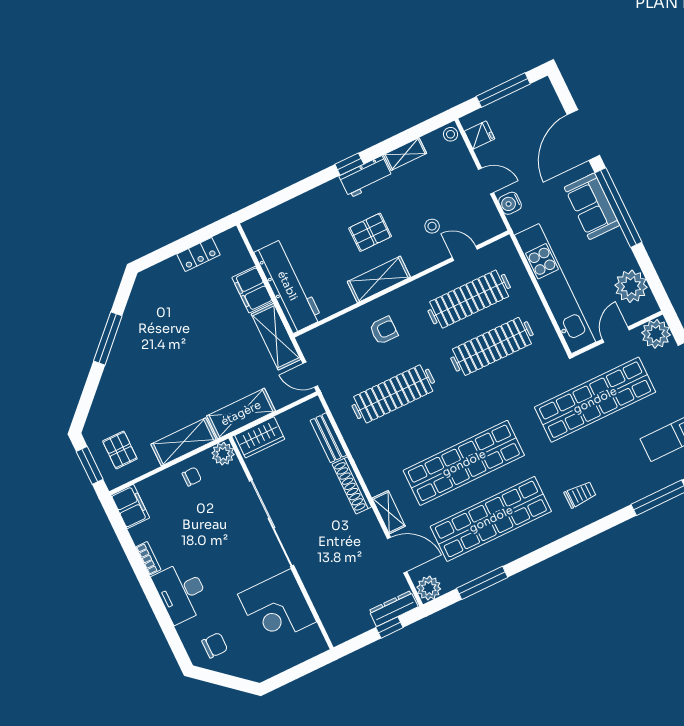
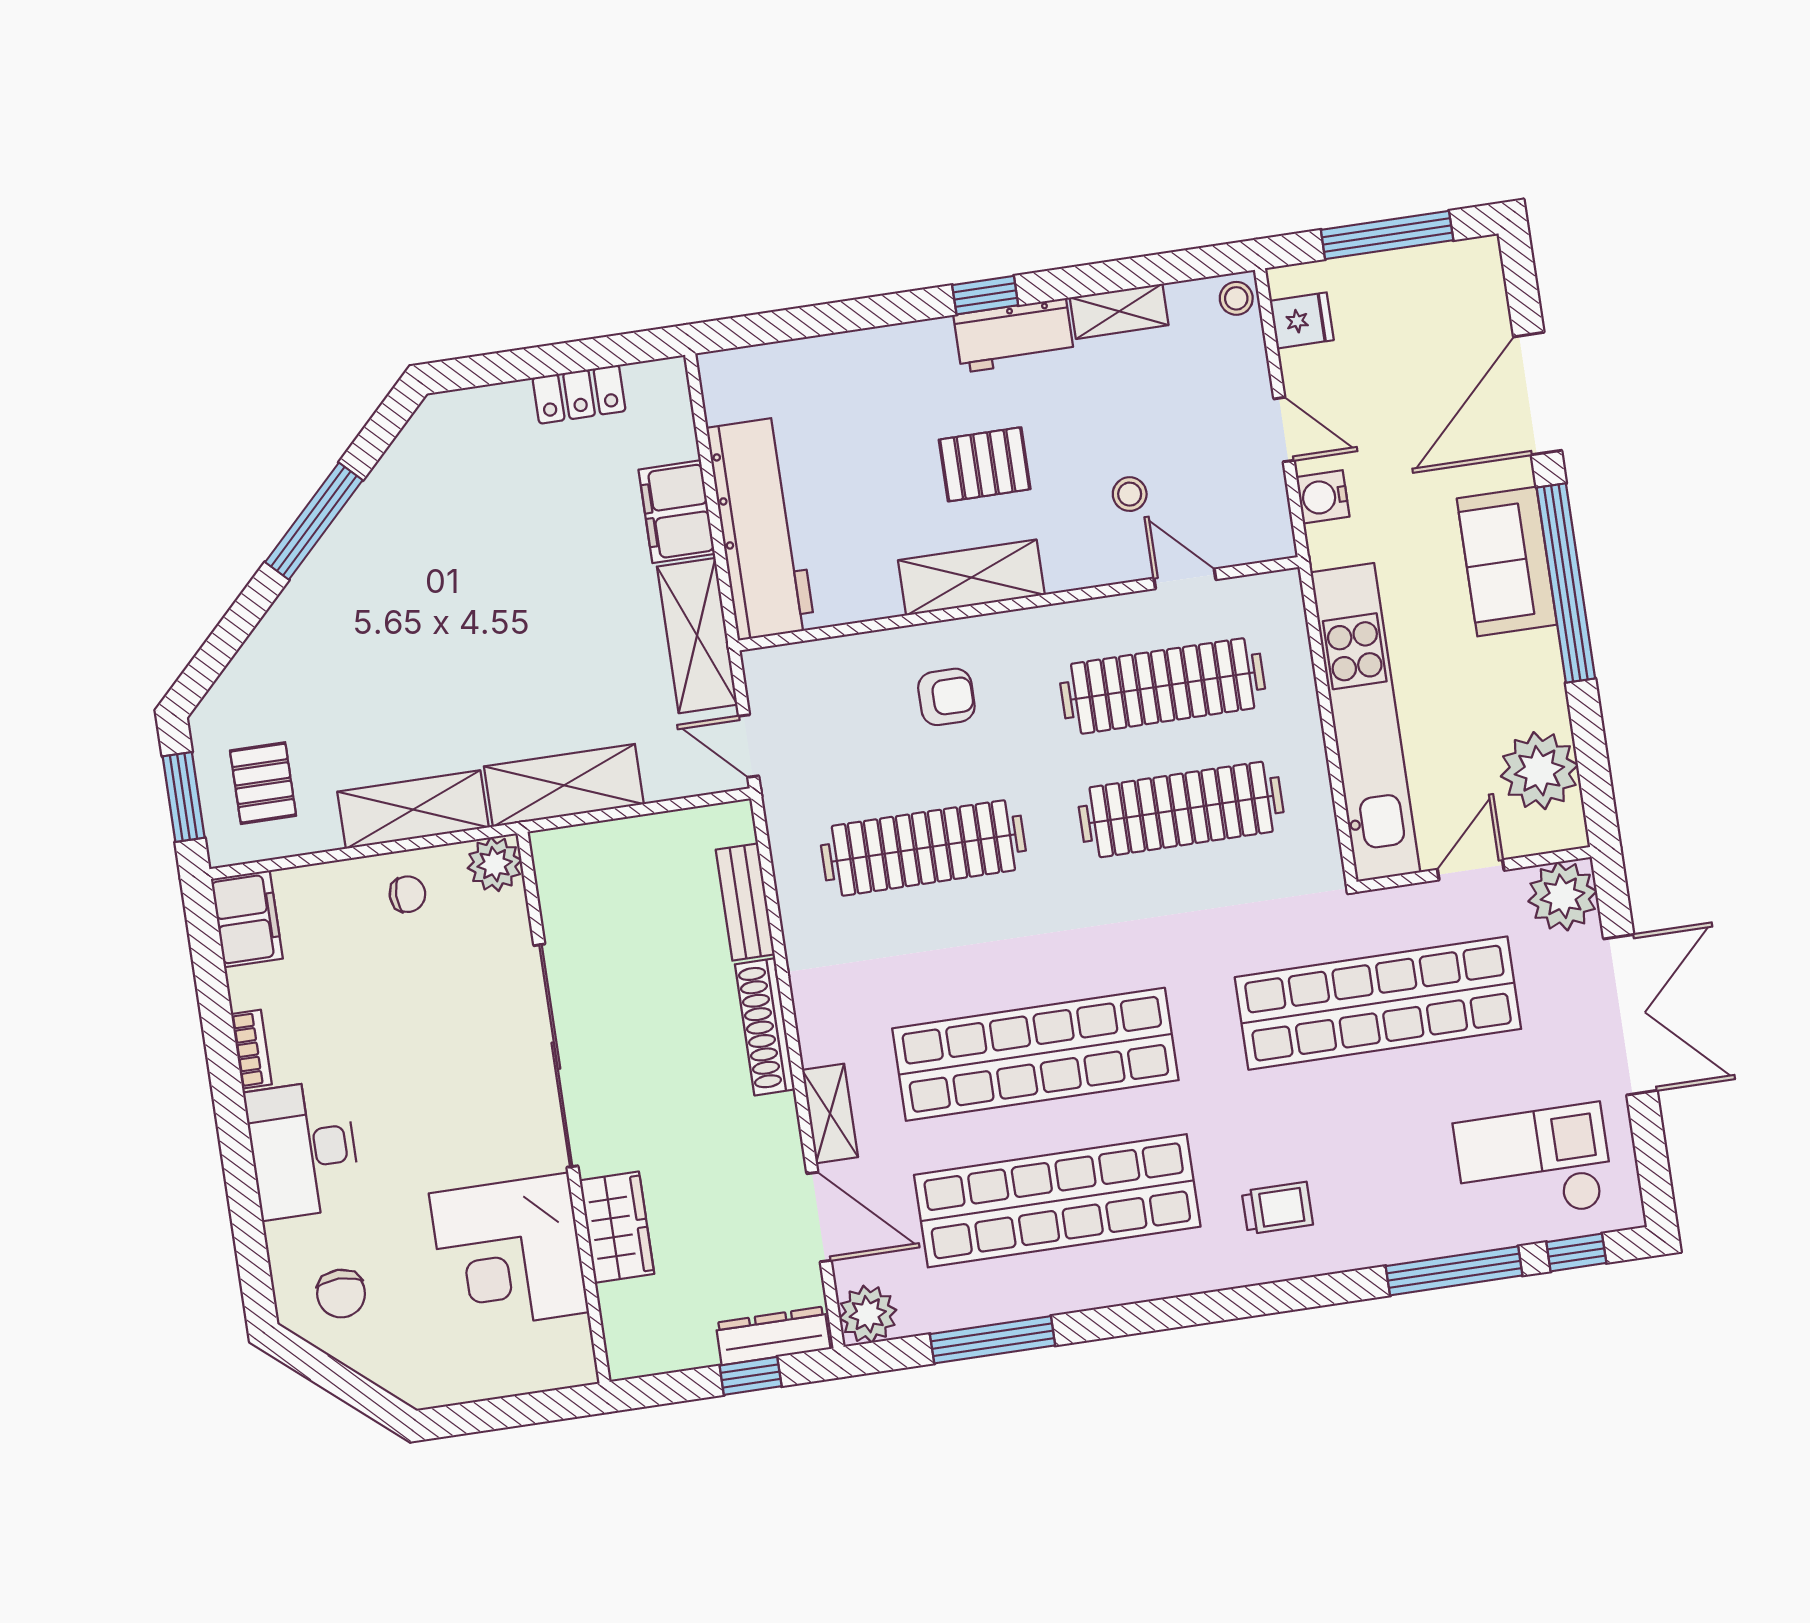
wardrobe: (260, 437) -> (617, 1227), moved, turned -90
chair: (215, 645) -> (341, 1294), turned 90

